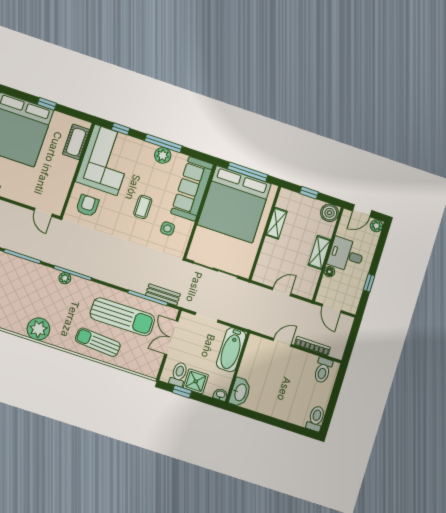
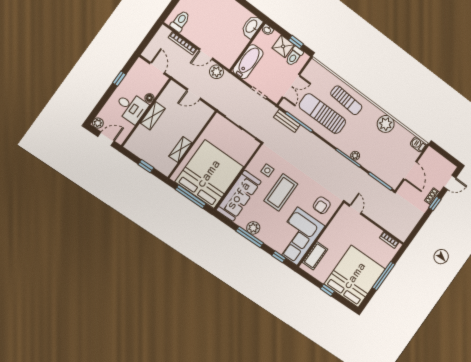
coffee table: (143, 207) -> (281, 192), width x1.86, depth x1.72
boiler: (329, 213) -> (134, 145), removed
plant: (264, 326) -> (216, 72), added

